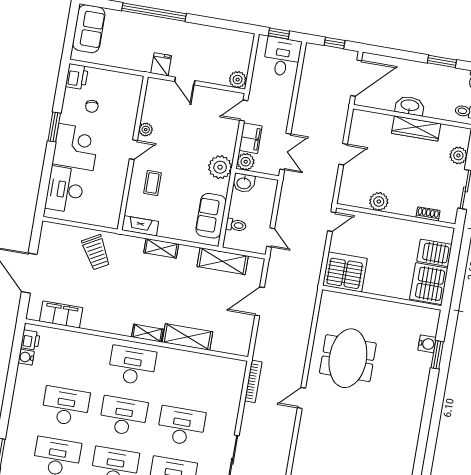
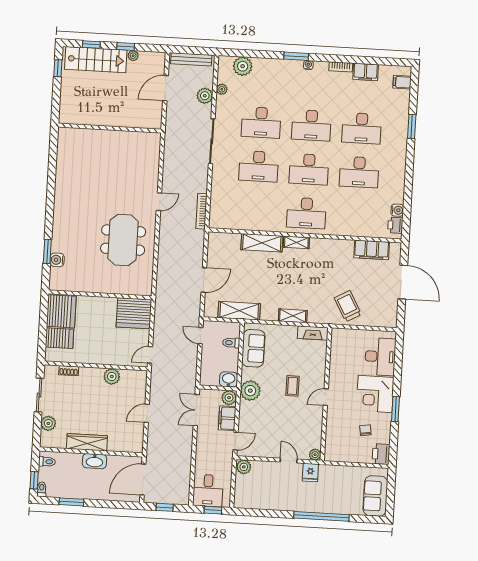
plant: (146, 130) -> (315, 455), moved
coffee table: (153, 183) -> (293, 386), moved

